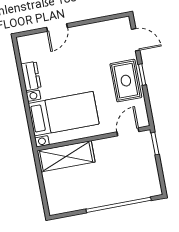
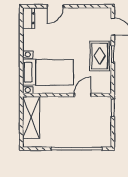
dresser: (31, 76) -> (29, 18), moved
door: (128, 132) -> (83, 95), moved
shelving: (66, 156) -> (31, 117), moved, turned 90

